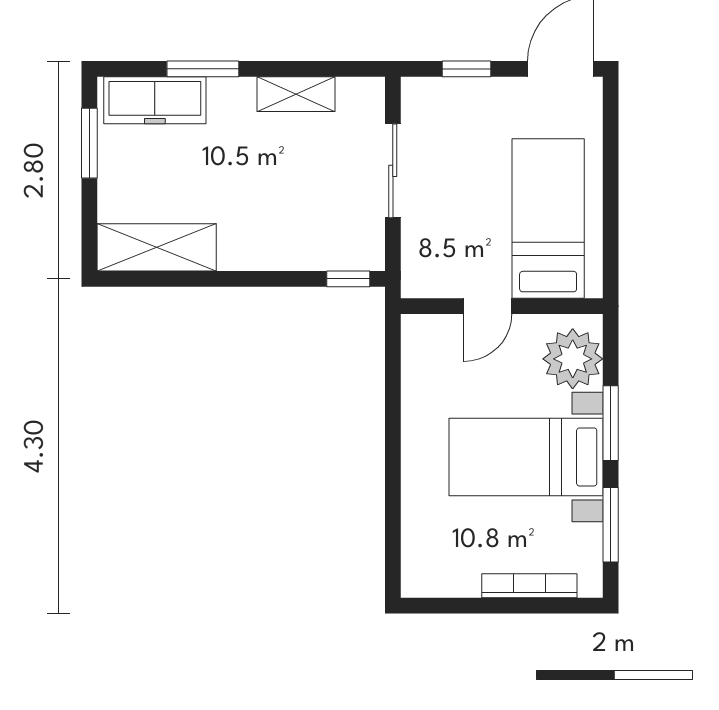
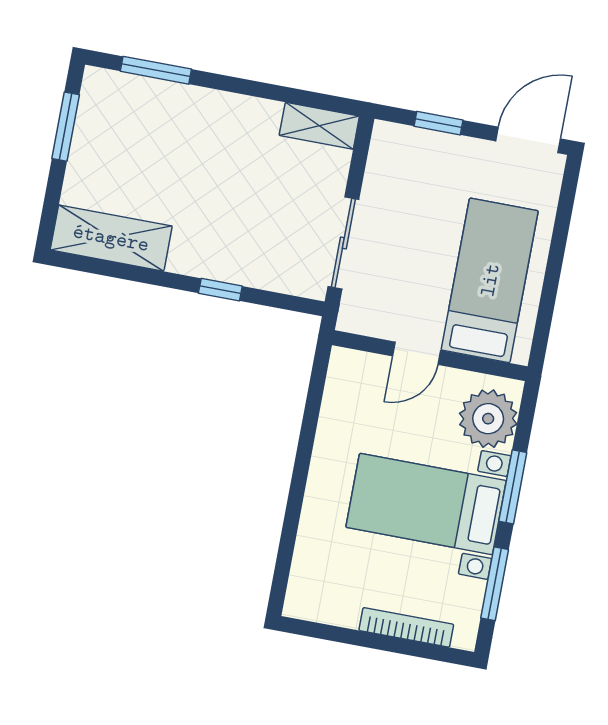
window: (203, 69) -> (156, 70), moved
shelving: (296, 94) -> (319, 126), moved
freezer: (155, 100) -> (136, 97), removed
sliding door: (393, 171) -> (343, 243), moved
window: (348, 279) -> (220, 290), moved

